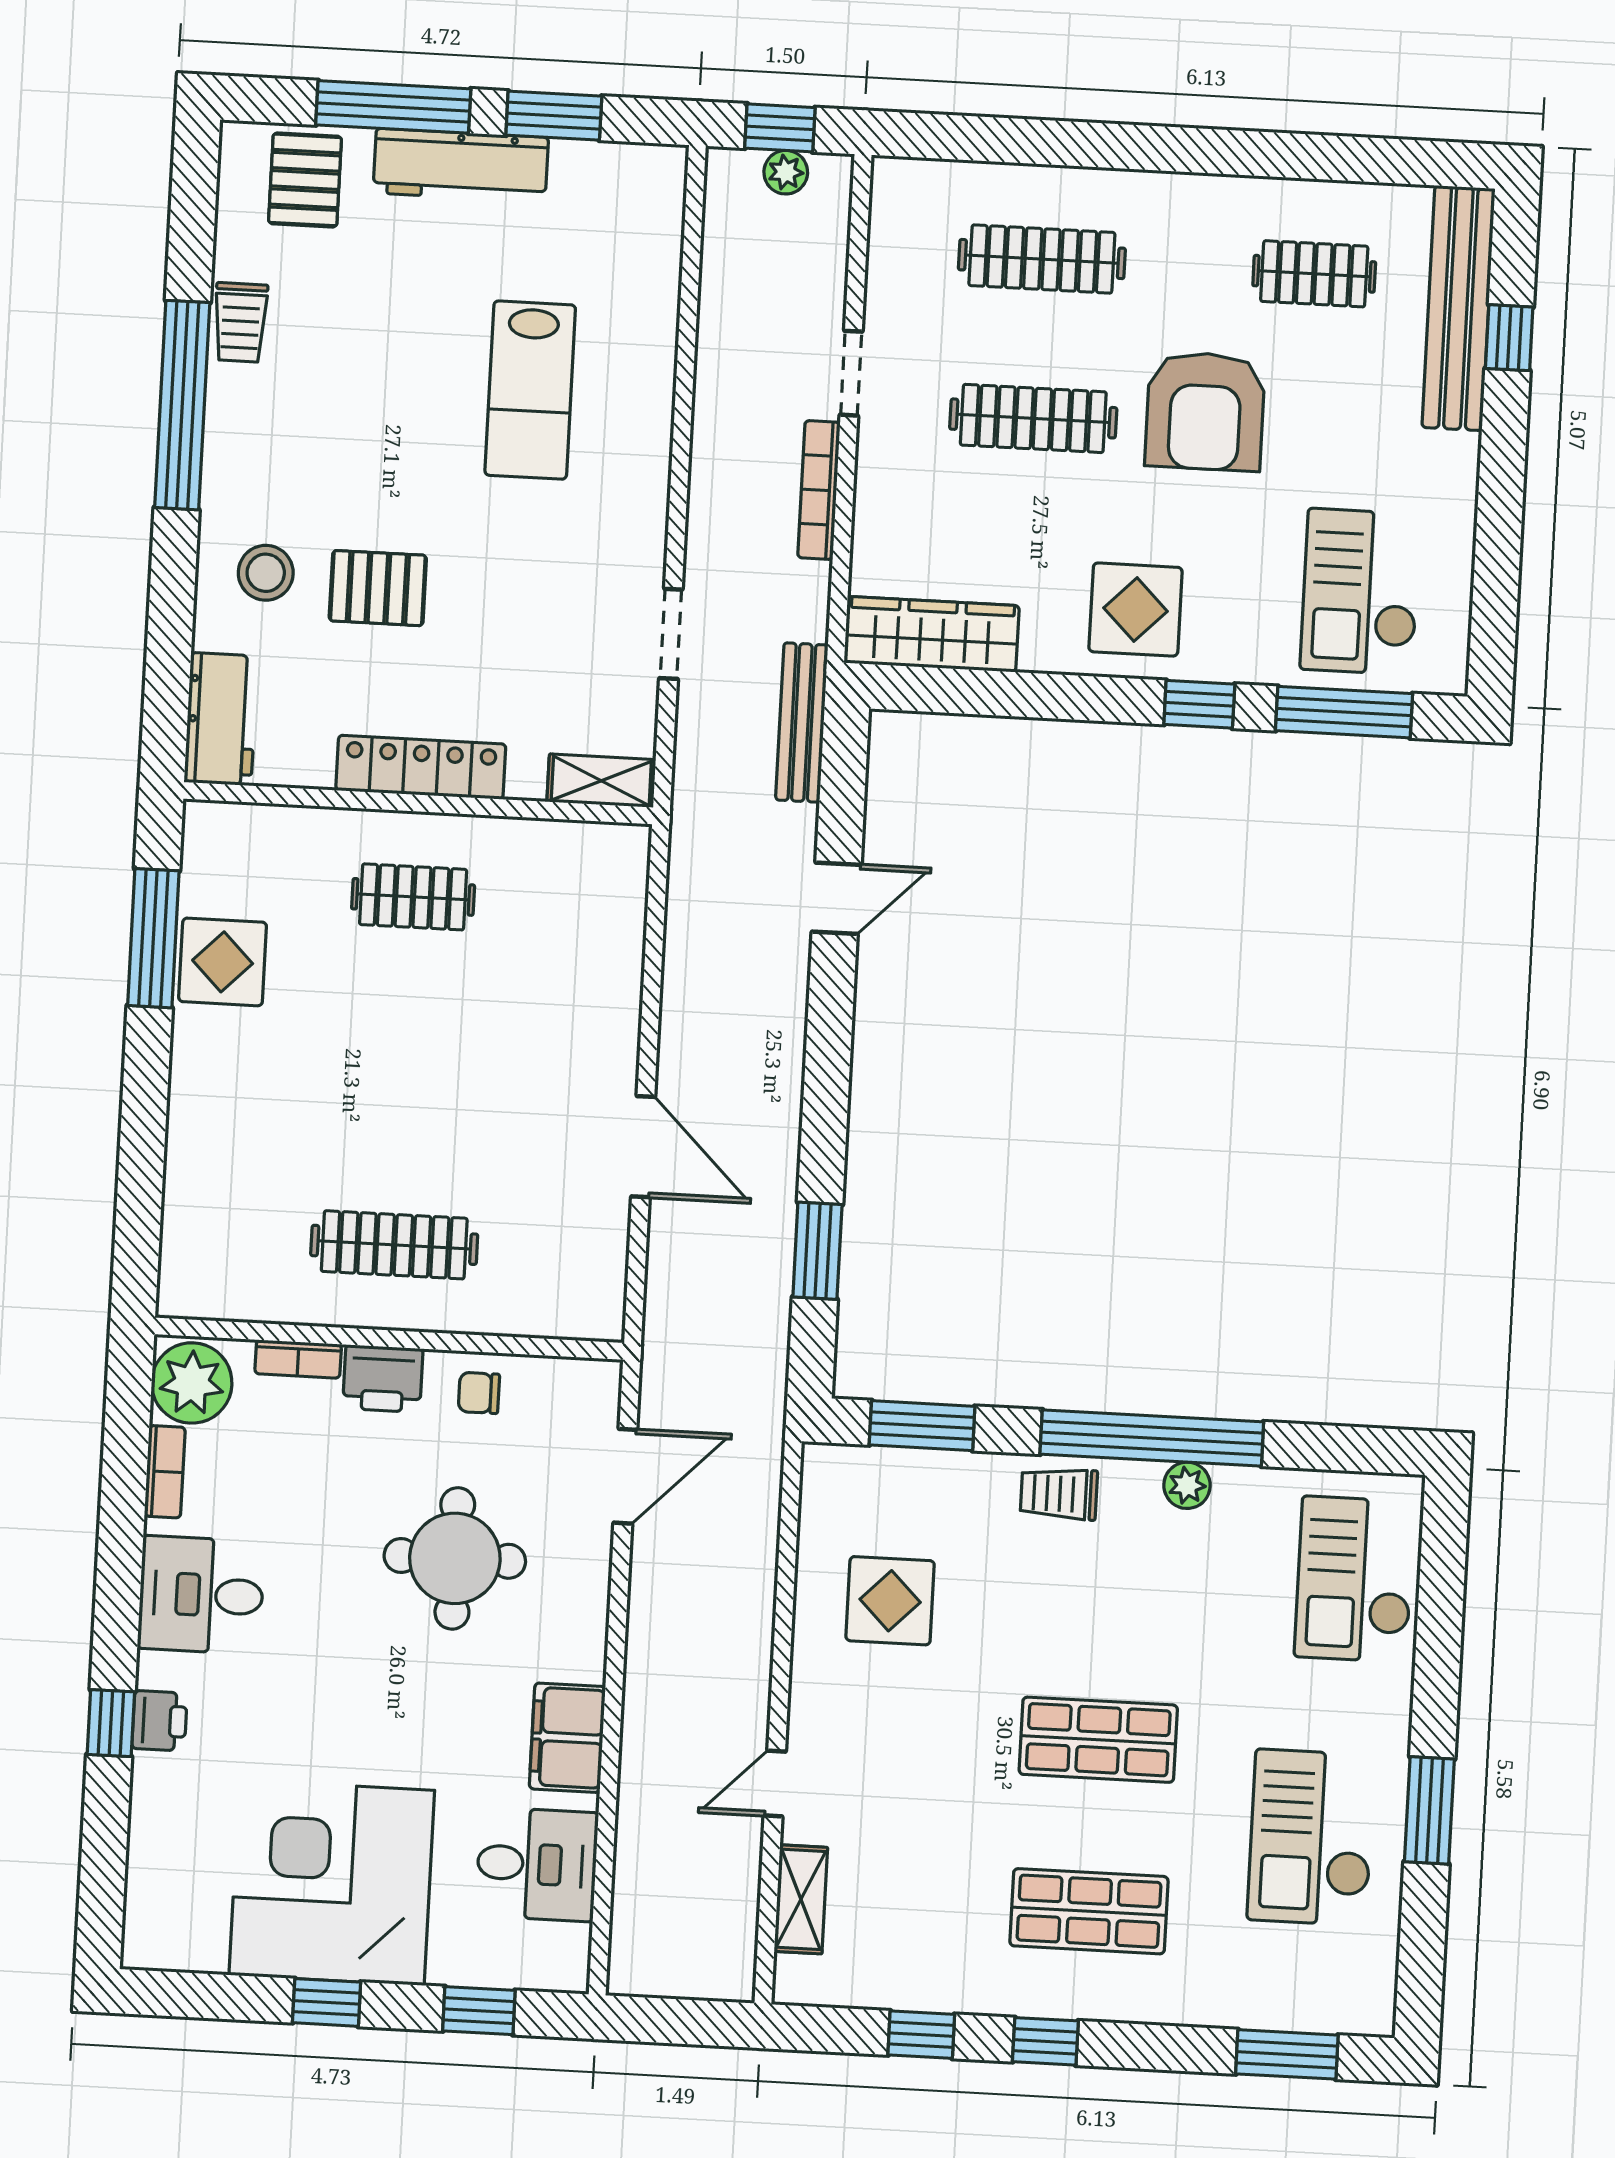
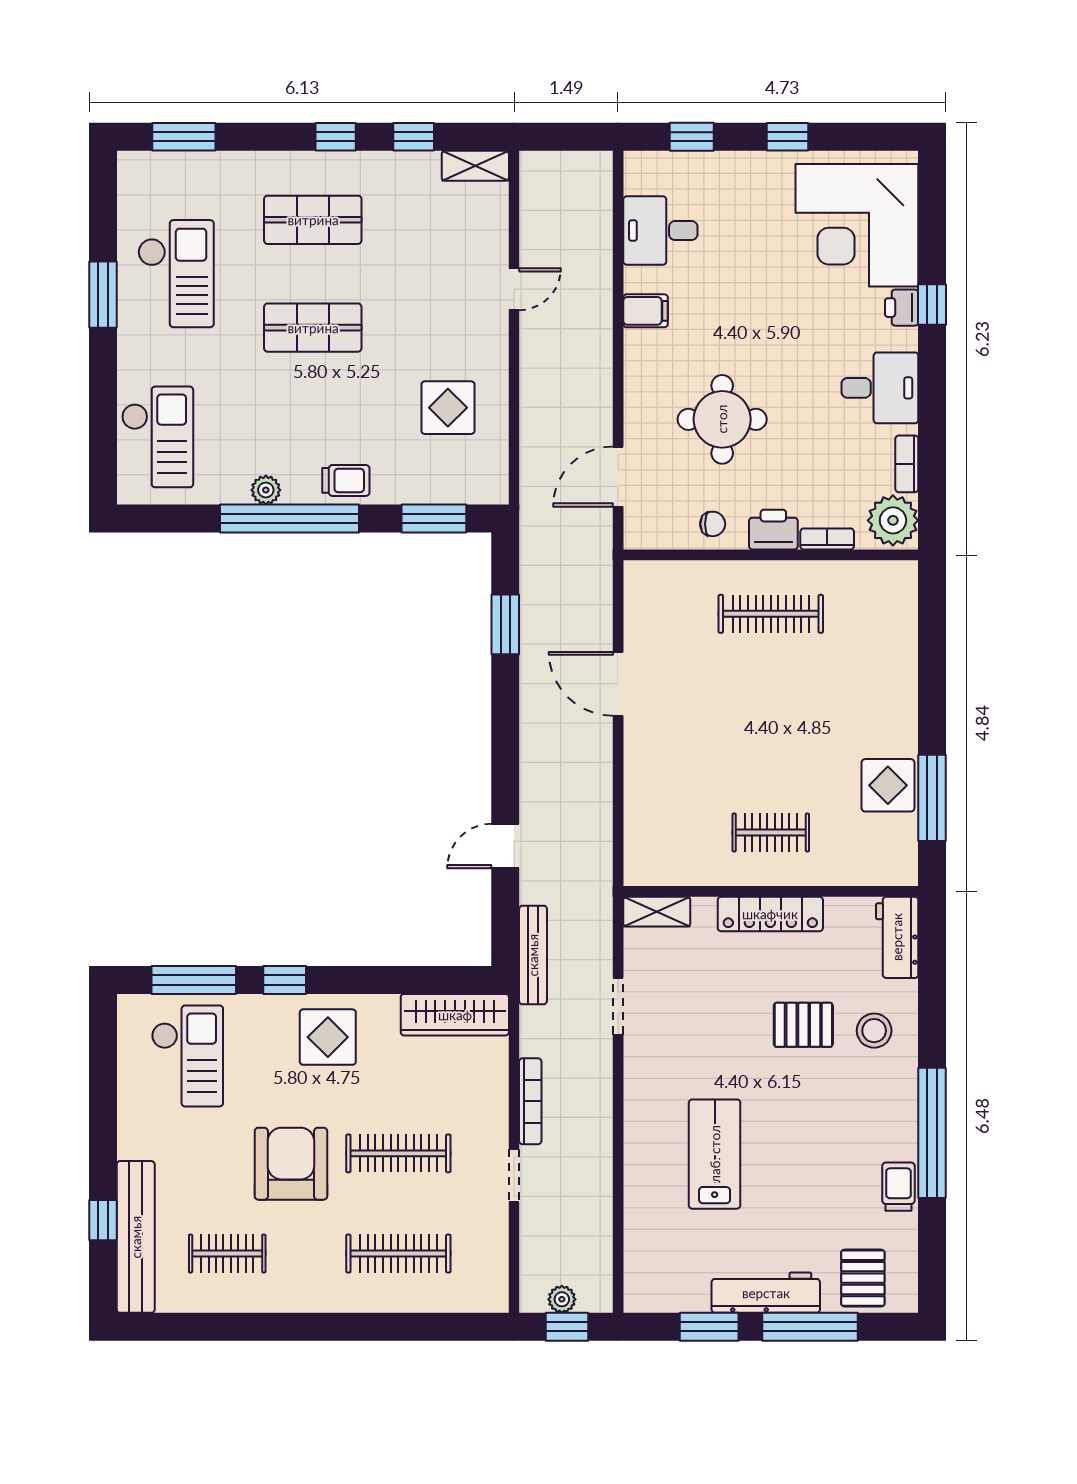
filing cabinet: (567, 1738) -> (646, 311), width x0.50
corner desk: (332, 1883) -> (857, 225), moved, turned 90
shelving: (801, 1899) -> (475, 166), moved, turned 90

